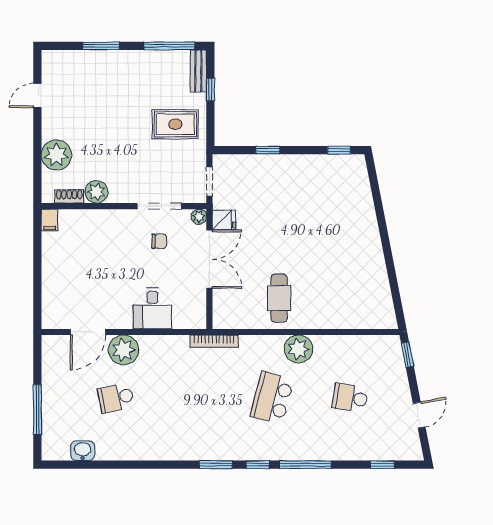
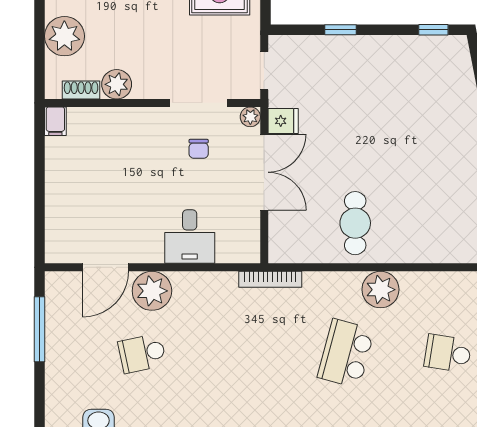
chair: (159, 241) -> (199, 149), turned 90
window: (37, 410) -> (39, 329), moved

